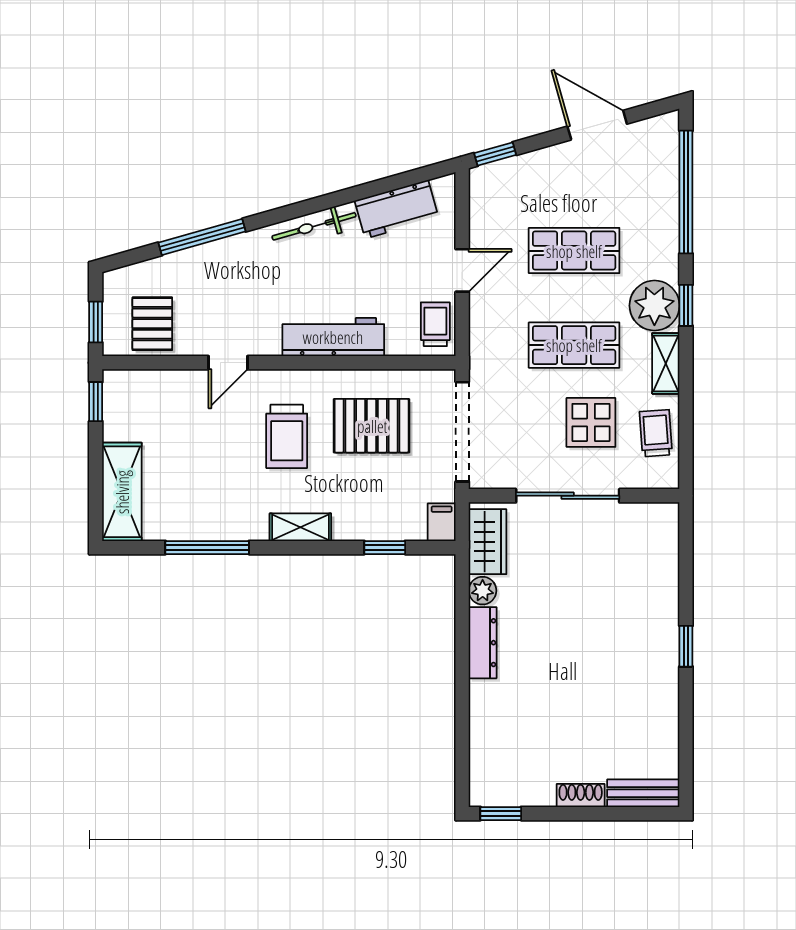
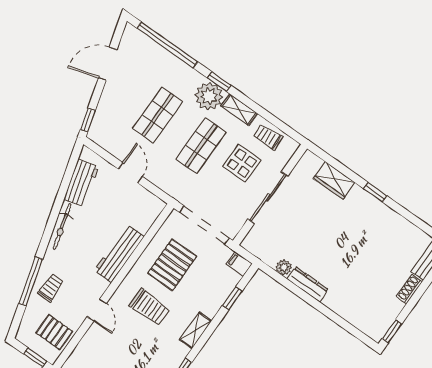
trolley: (435, 324) -> (51, 288), moved, turned 90
wardrobe: (488, 542) -> (334, 180), moved, turned 180

